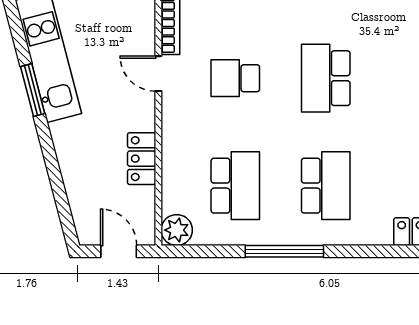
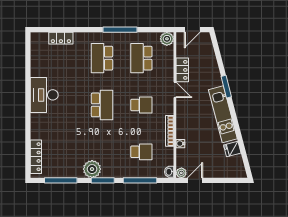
door: (158, 74) -> (175, 90), moved
window: (33, 90) -> (226, 87), moved
door: (119, 251) -> (192, 30), hinge flipped

